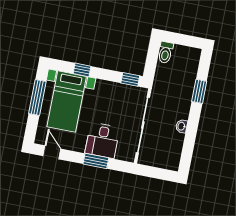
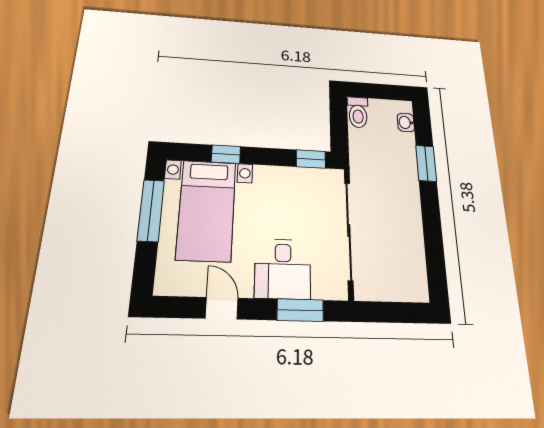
washbasin: (182, 126) -> (406, 122), moved
door: (52, 152) -> (222, 308), moved
window: (96, 161) -> (300, 310), moved

